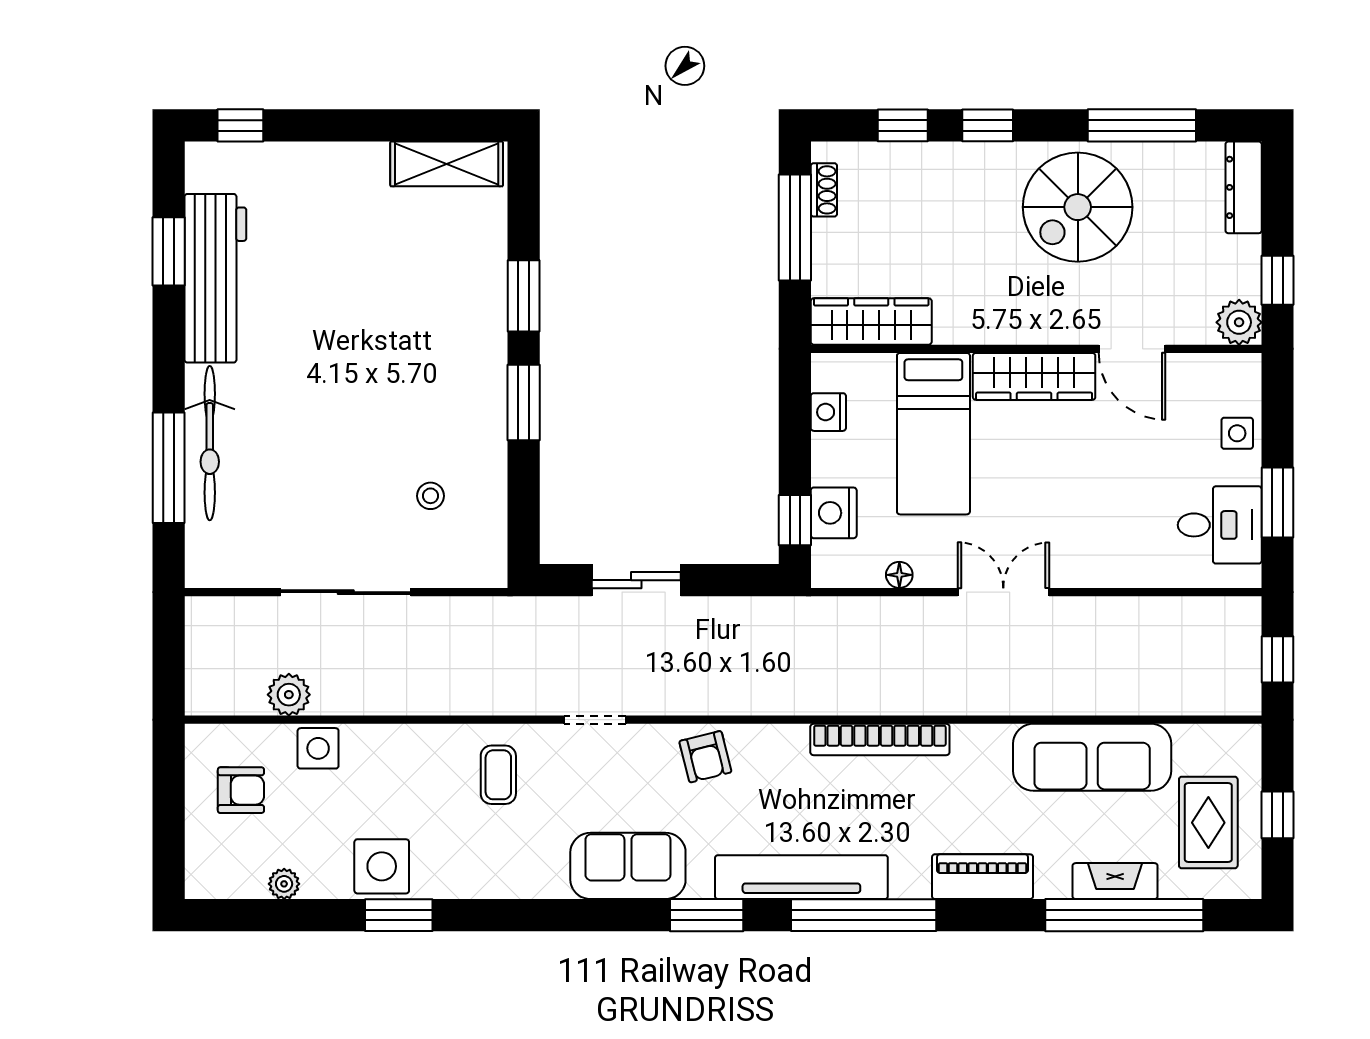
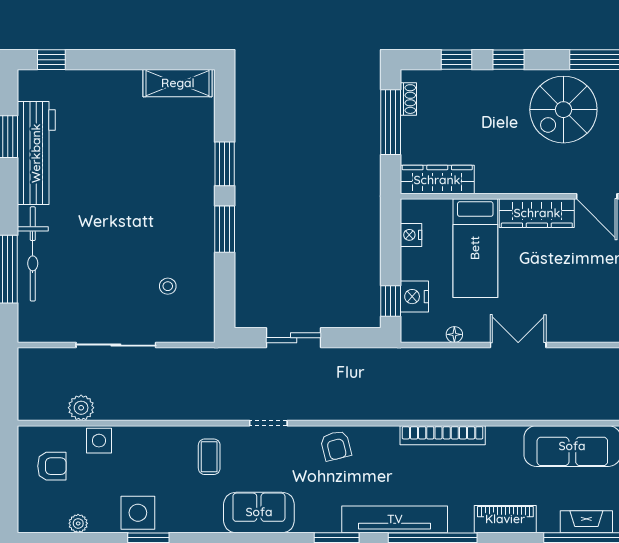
sofa: (628, 866) -> (259, 512), moved

